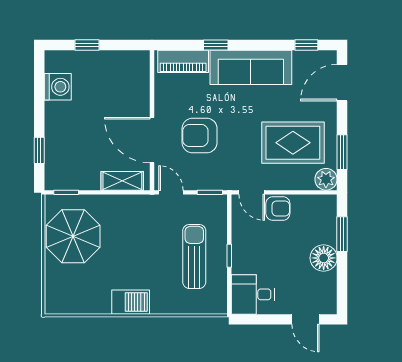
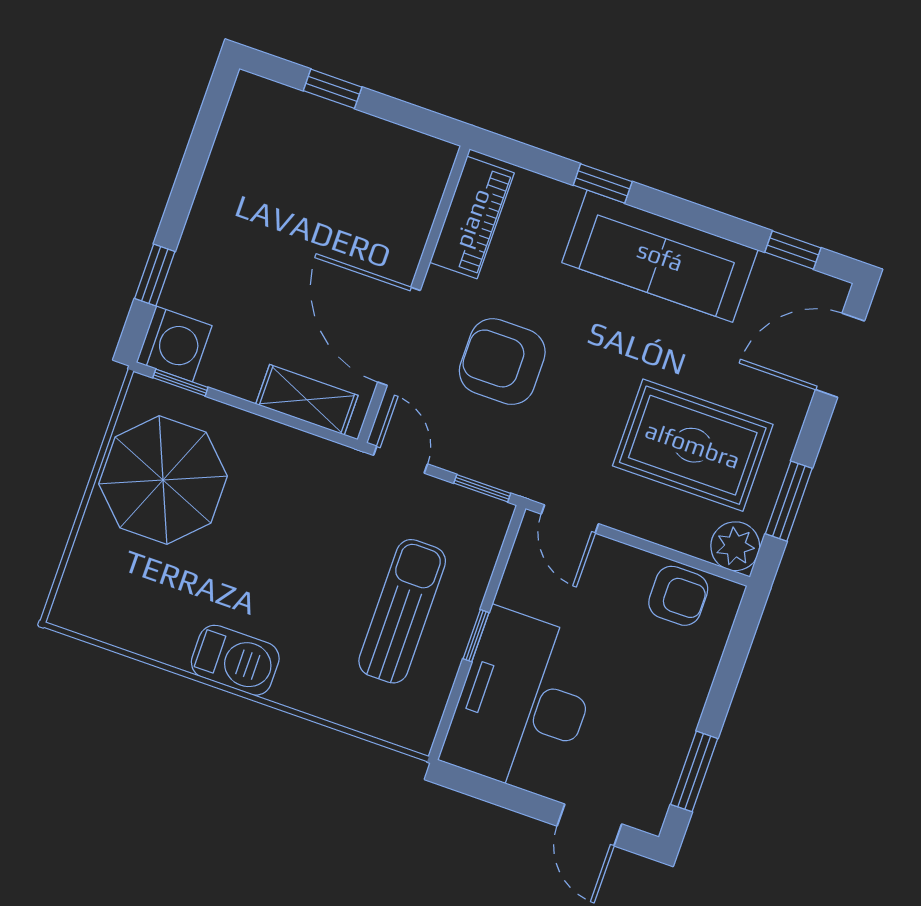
piano: (183, 61) -> (472, 218), moved, turned -90
washing machine: (58, 87) -> (174, 344), moved
armchair: (278, 208) -> (678, 596), moved
window: (342, 234) -> (694, 771), moved
floor lamp: (324, 258) -> (672, 710), removed
desk: (253, 294) -> (523, 702), width x1.87, depth x1.30

